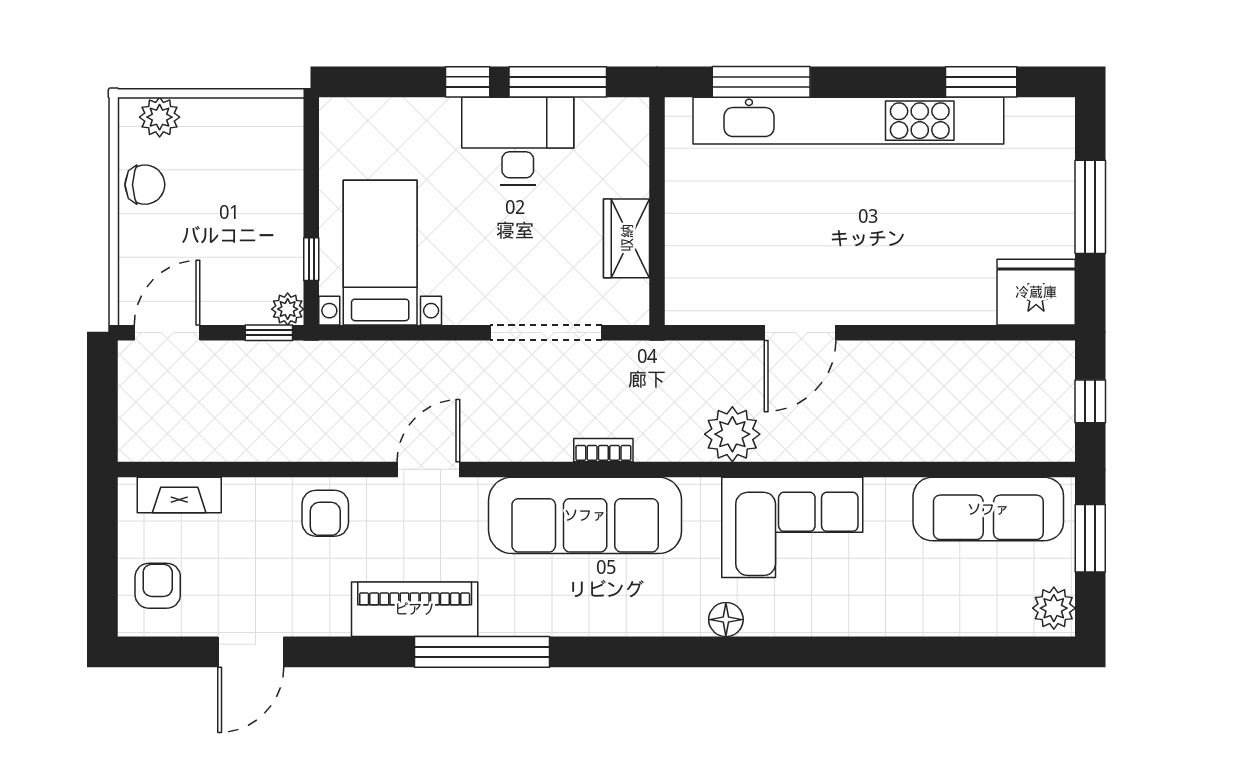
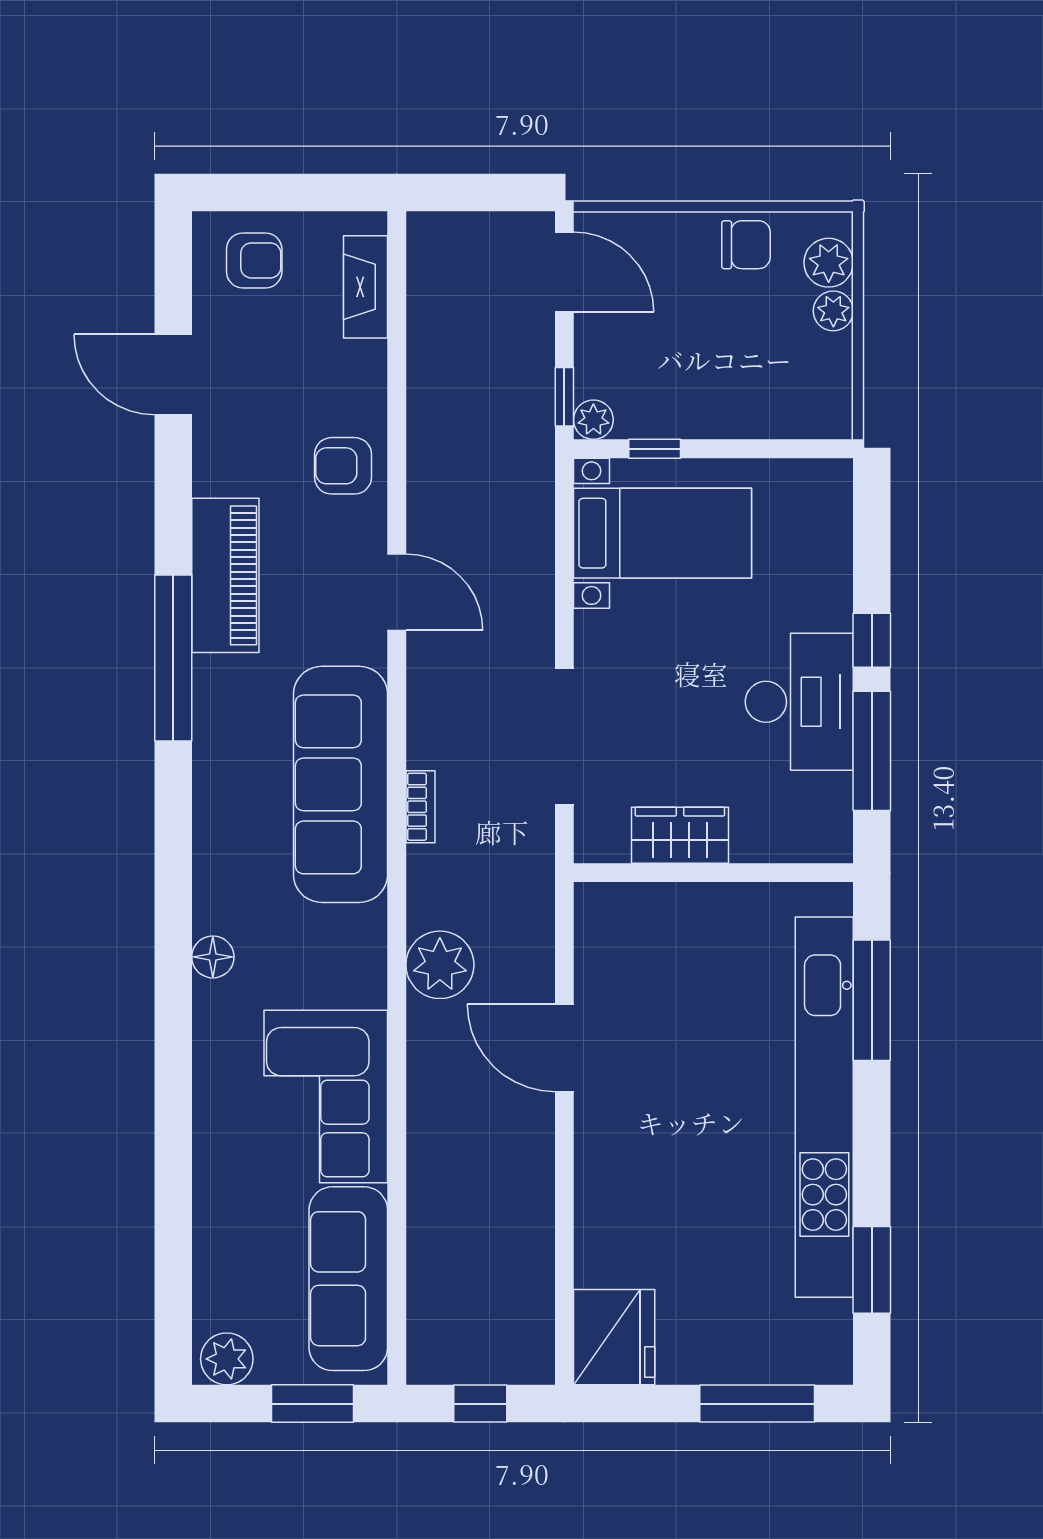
plant: (199, 113) -> (833, 311), added
chair: (145, 185) -> (746, 245), turned -90
window: (1090, 207) -> (757, 1404), moved
corner sofa: (792, 527) -> (326, 1097), moved

